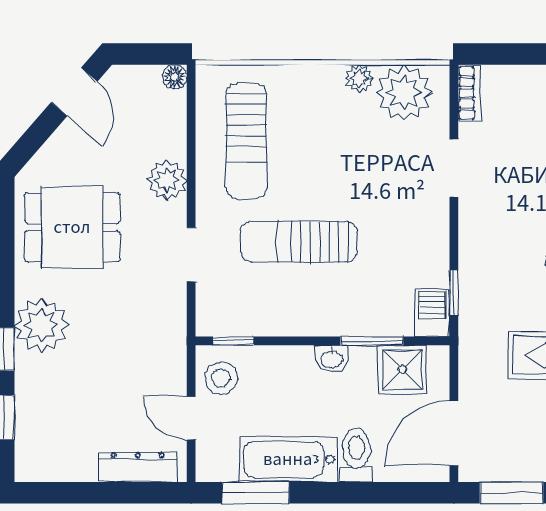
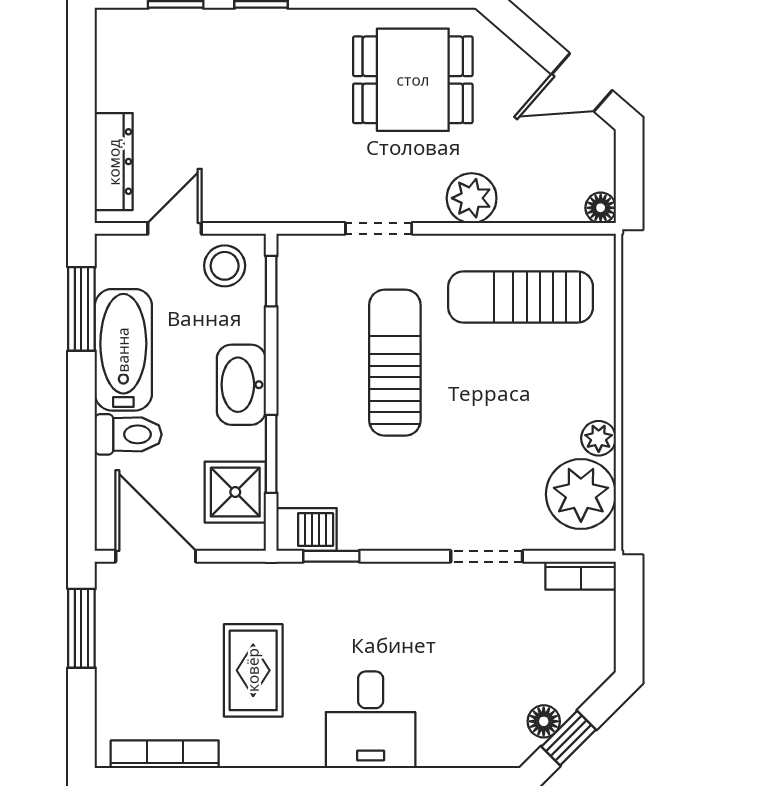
dining table: (72, 227) -> (413, 80), turned 90
plant: (42, 325) -> (291, 42), removed
washbasin: (332, 359) -> (241, 385), width x1.91, depth x1.45

